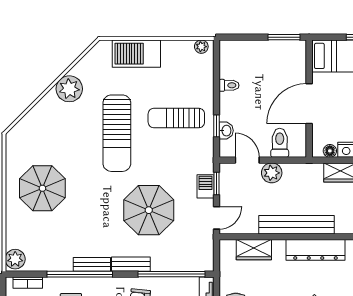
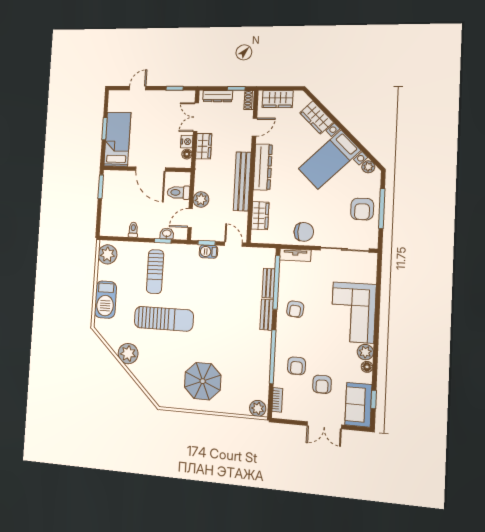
plant: (201, 47) -> (107, 254), width x1.87, depth x1.87
parasol: (149, 210) -> (224, 298), removed
bench: (92, 264) -> (268, 283), moved

